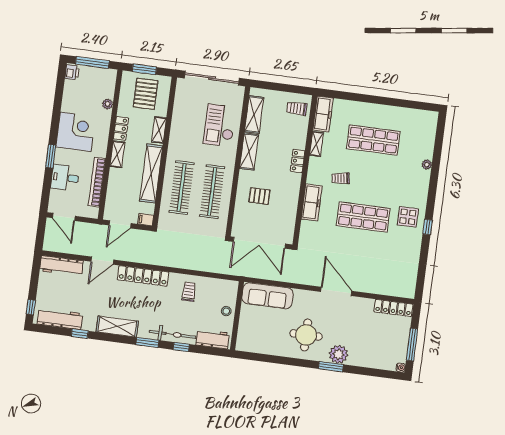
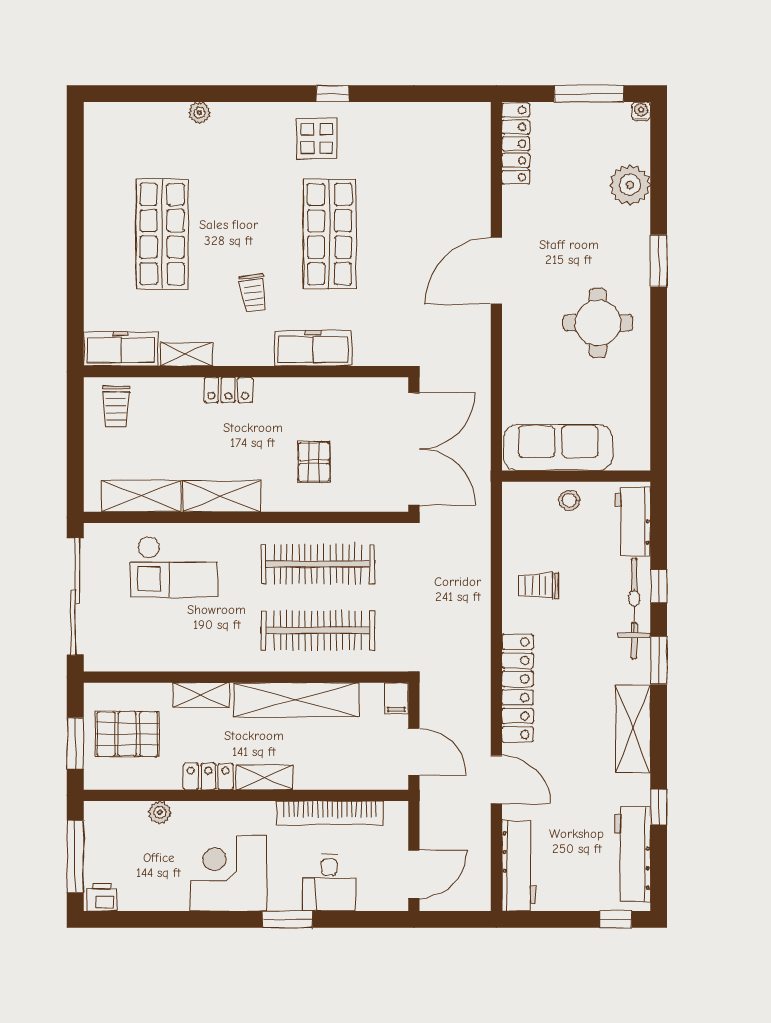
sofa: (267, 296) -> (558, 448), moved, turned -90
plant: (339, 354) -> (630, 185), moved

